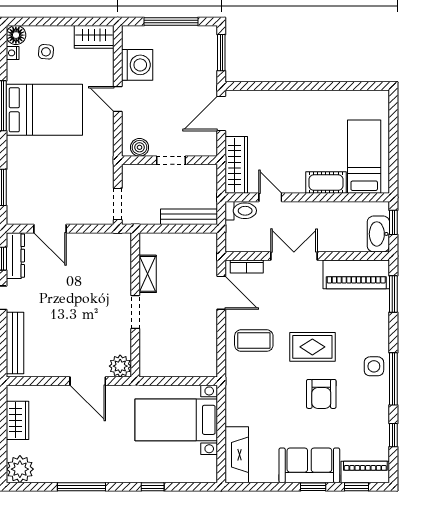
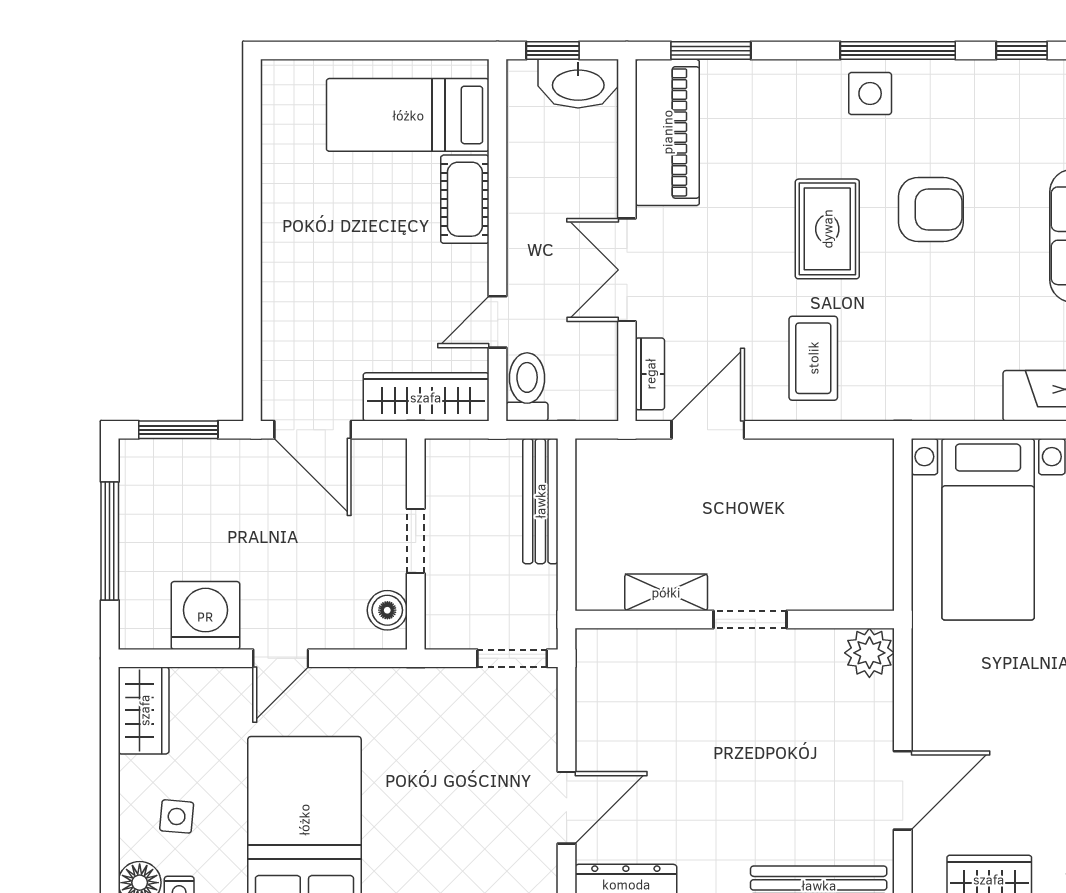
door: (88, 381) -> (903, 790), moved

